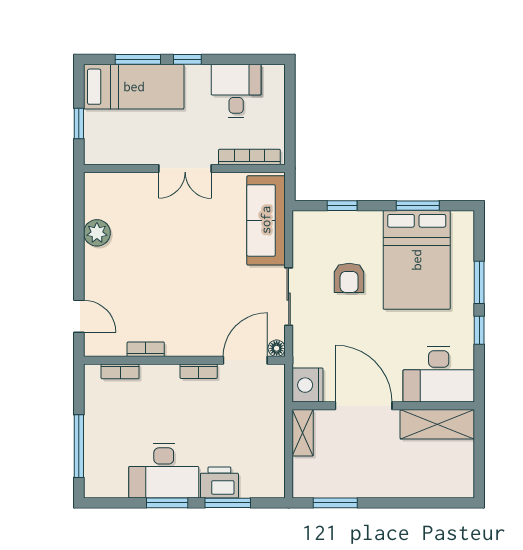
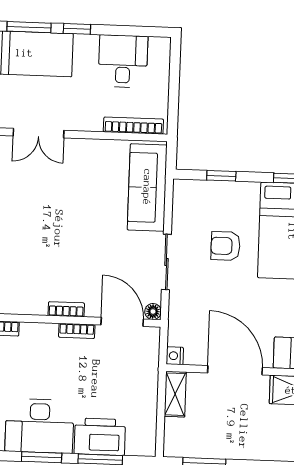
double door: (185, 168) -> (38, 133), moved
armchair: (349, 278) -> (226, 246), turned 90
bookcase: (146, 349) -> (66, 309), moved
door: (245, 360) -> (122, 322), hinge flipped
nightstand: (308, 385) -> (175, 356), width x0.53, depth x0.56
printer: (219, 482) -> (100, 437), width x1.37, depth x1.19

